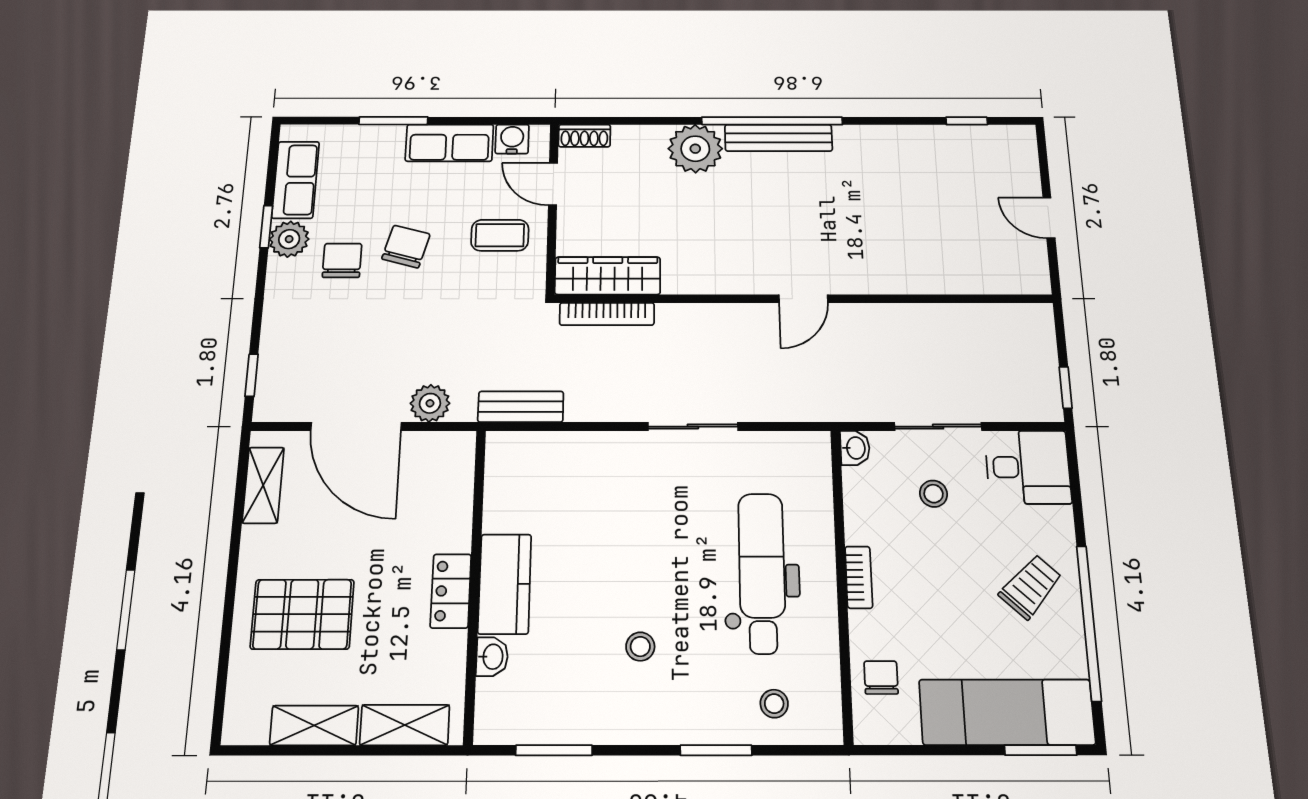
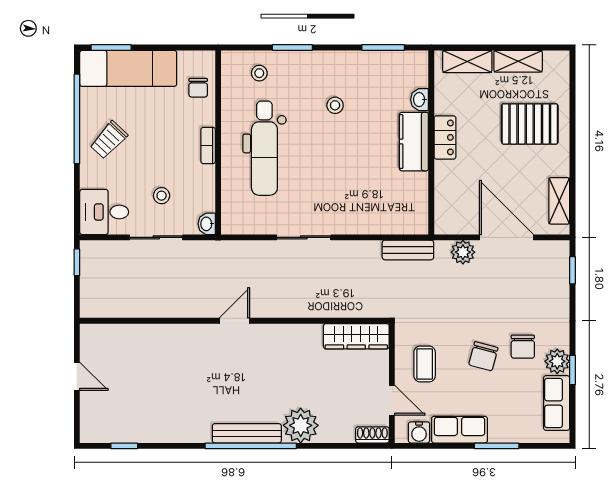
coffee table: (500, 235) -> (425, 364), turned 90
bookcase: (607, 314) -> (356, 310), removed

